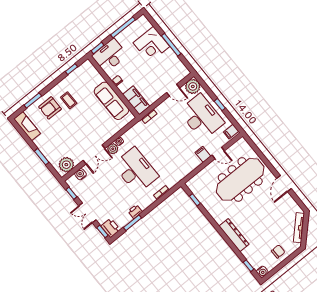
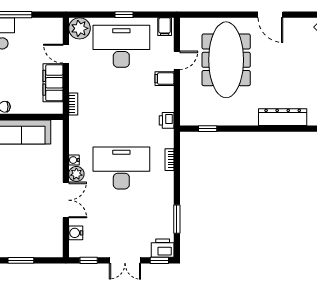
door: (173, 90) -> (66, 54), swing flipped
filing cabinet: (136, 100) -> (53, 83), moved, turned -90
plant: (66, 165) -> (52, 240), removed
printer: (135, 212) -> (167, 120), moved

